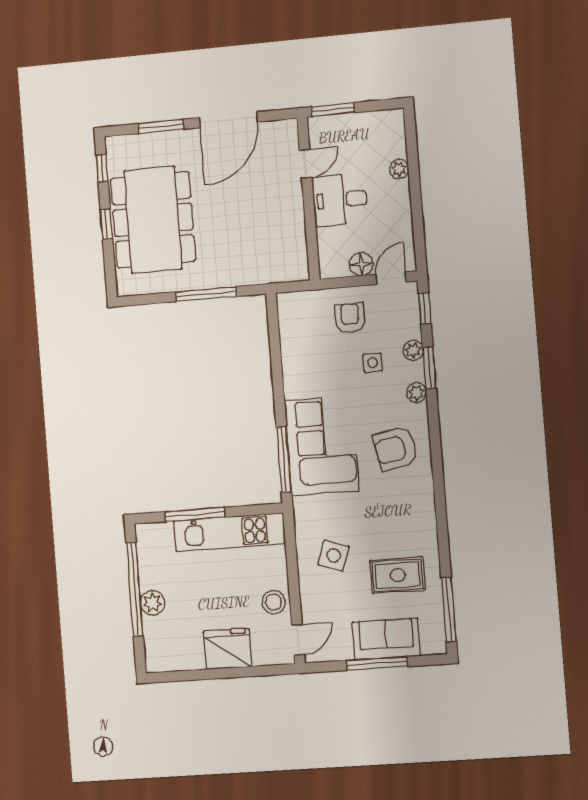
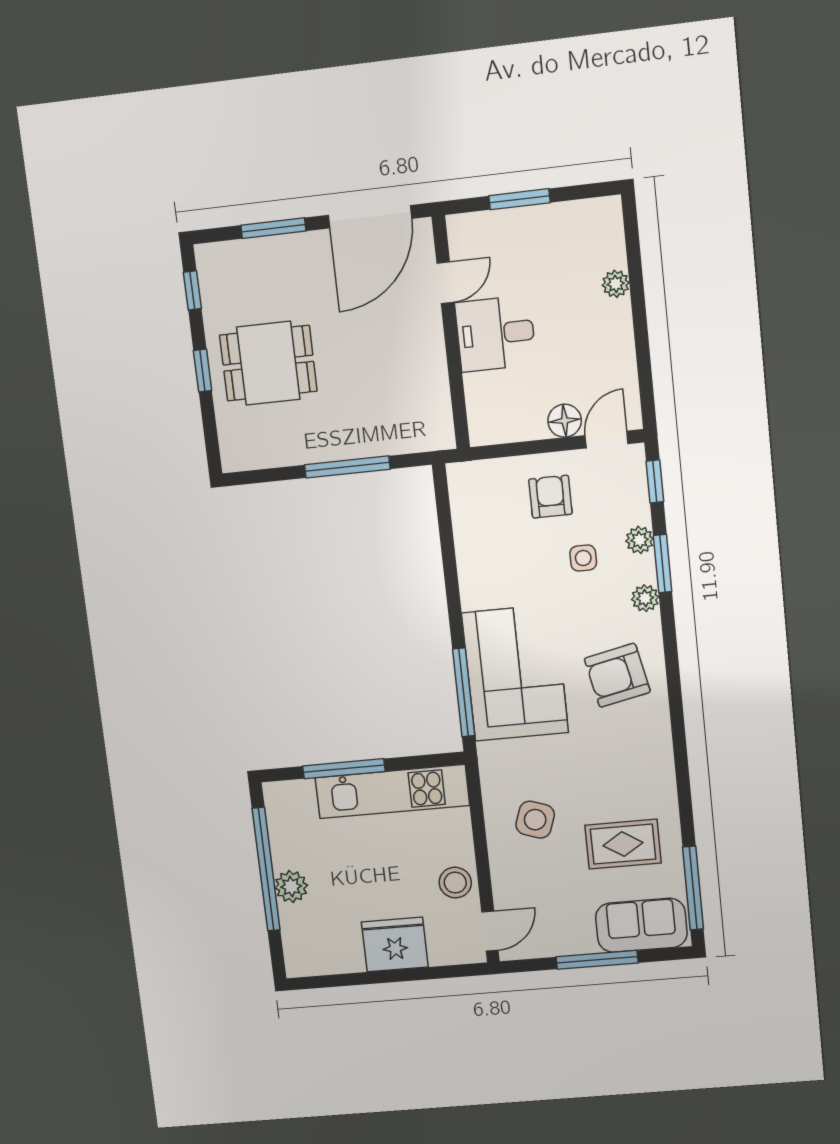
door: (306, 164) -> (445, 283), moved
wall: (308, 199) -> (451, 333), moved
desk: (340, 200) -> (496, 334), moved
dining table: (153, 220) -> (268, 363), width x0.53, depth x0.80
sofa: (386, 639) -> (641, 925), moved

